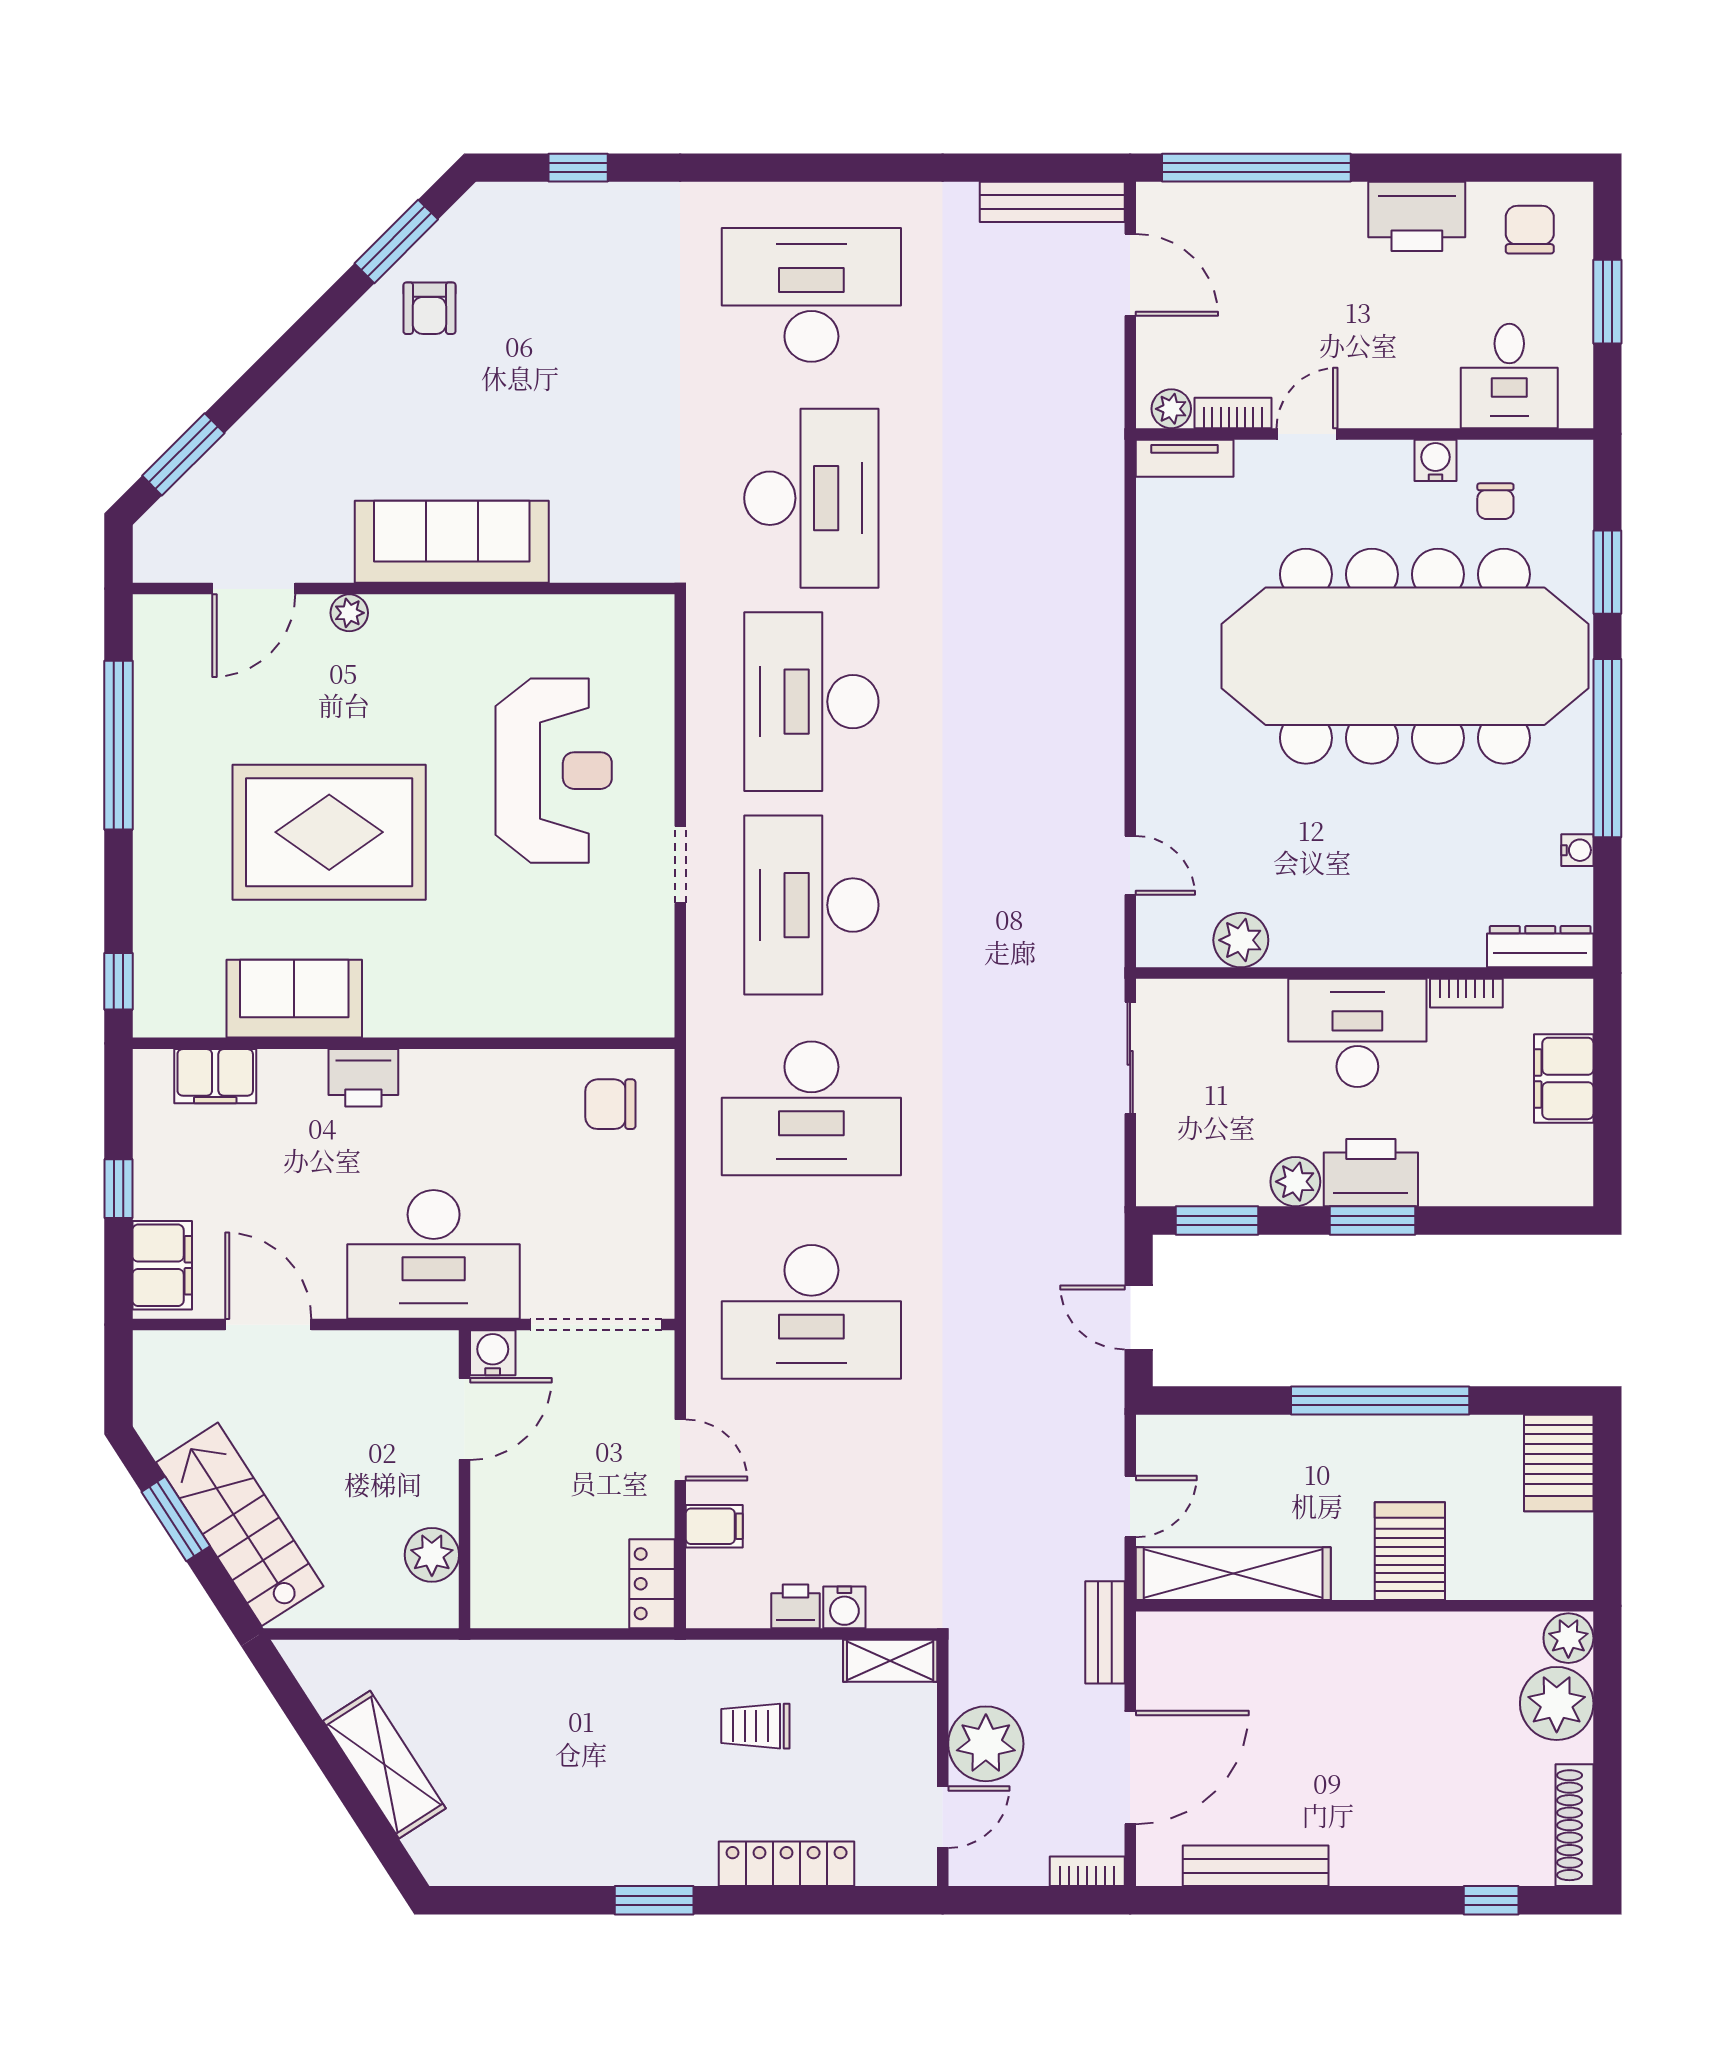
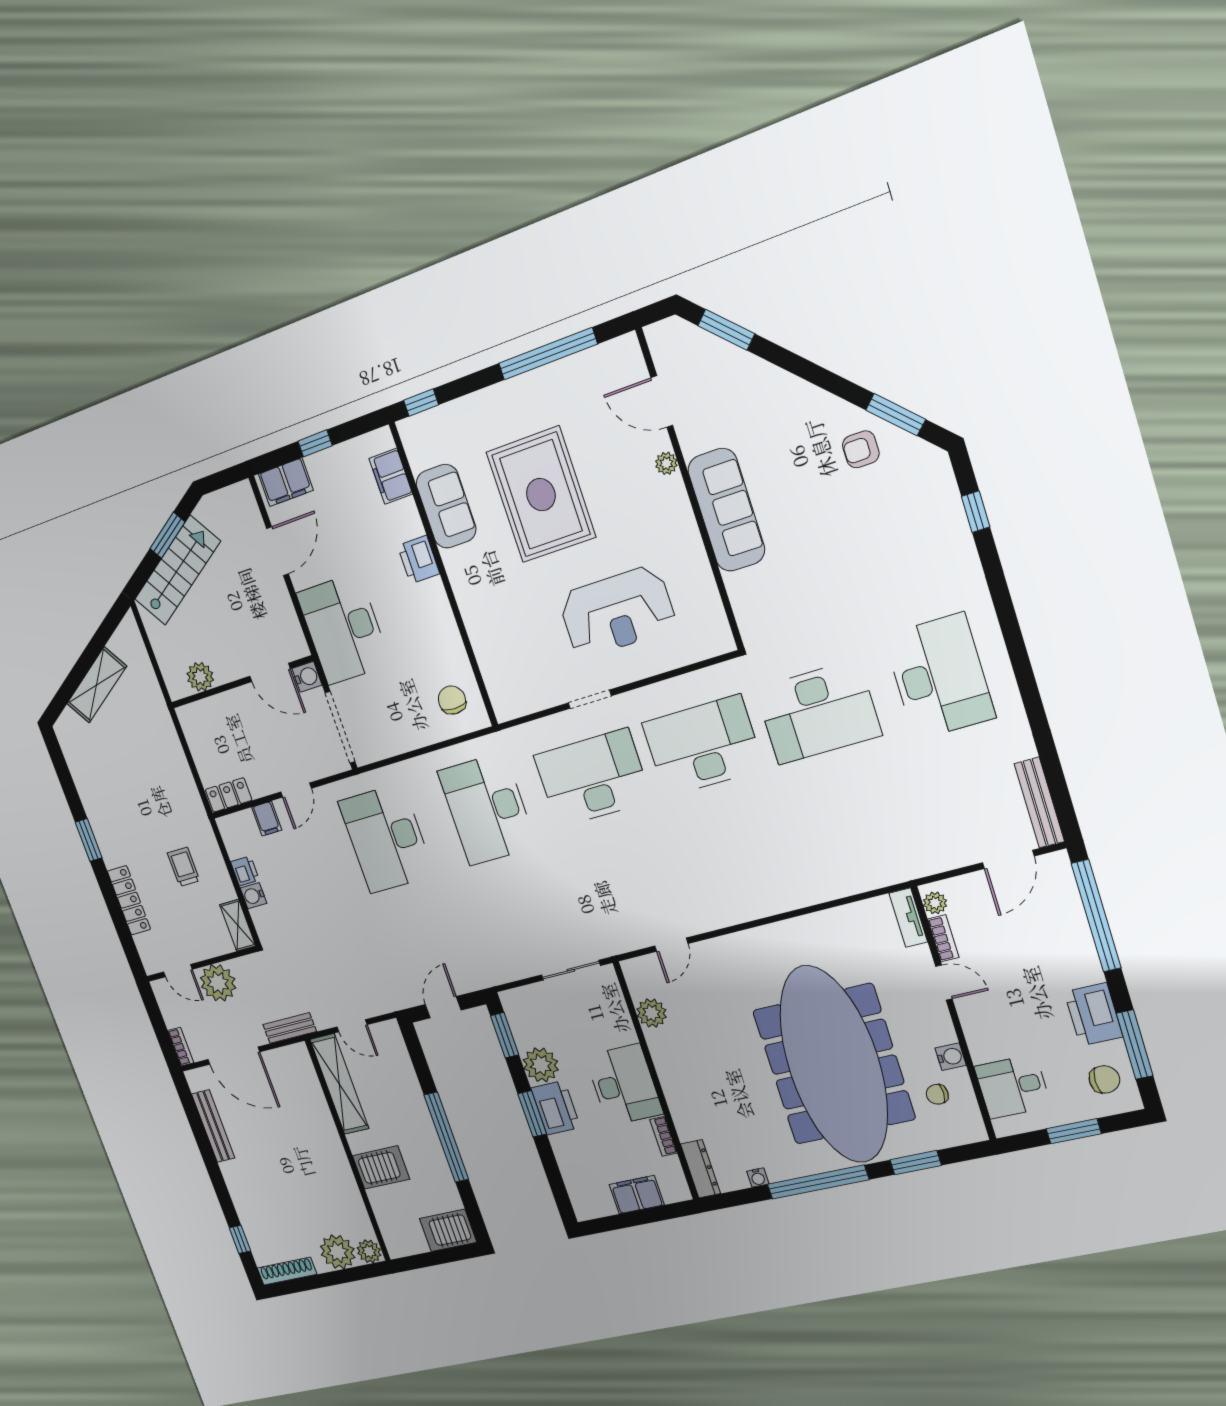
window: (1482, 168) -> (1135, 1045), added
plant: (1295, 1182) -> (541, 1065), width x1.36, depth x1.36

